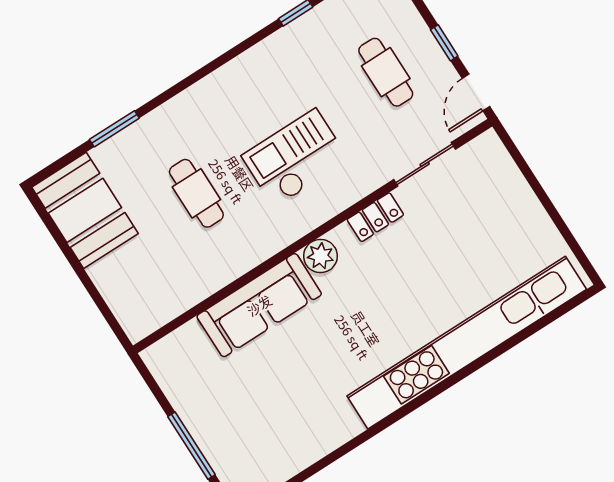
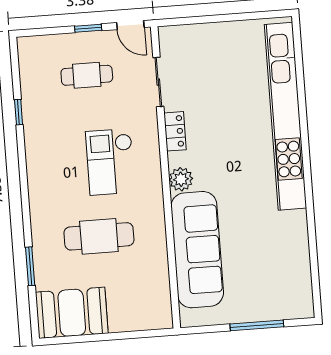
cafe table: (196, 193) -> (99, 236), width x1.37, depth x1.35
sofa: (259, 305) -> (197, 250), width x1.36, depth x1.27

